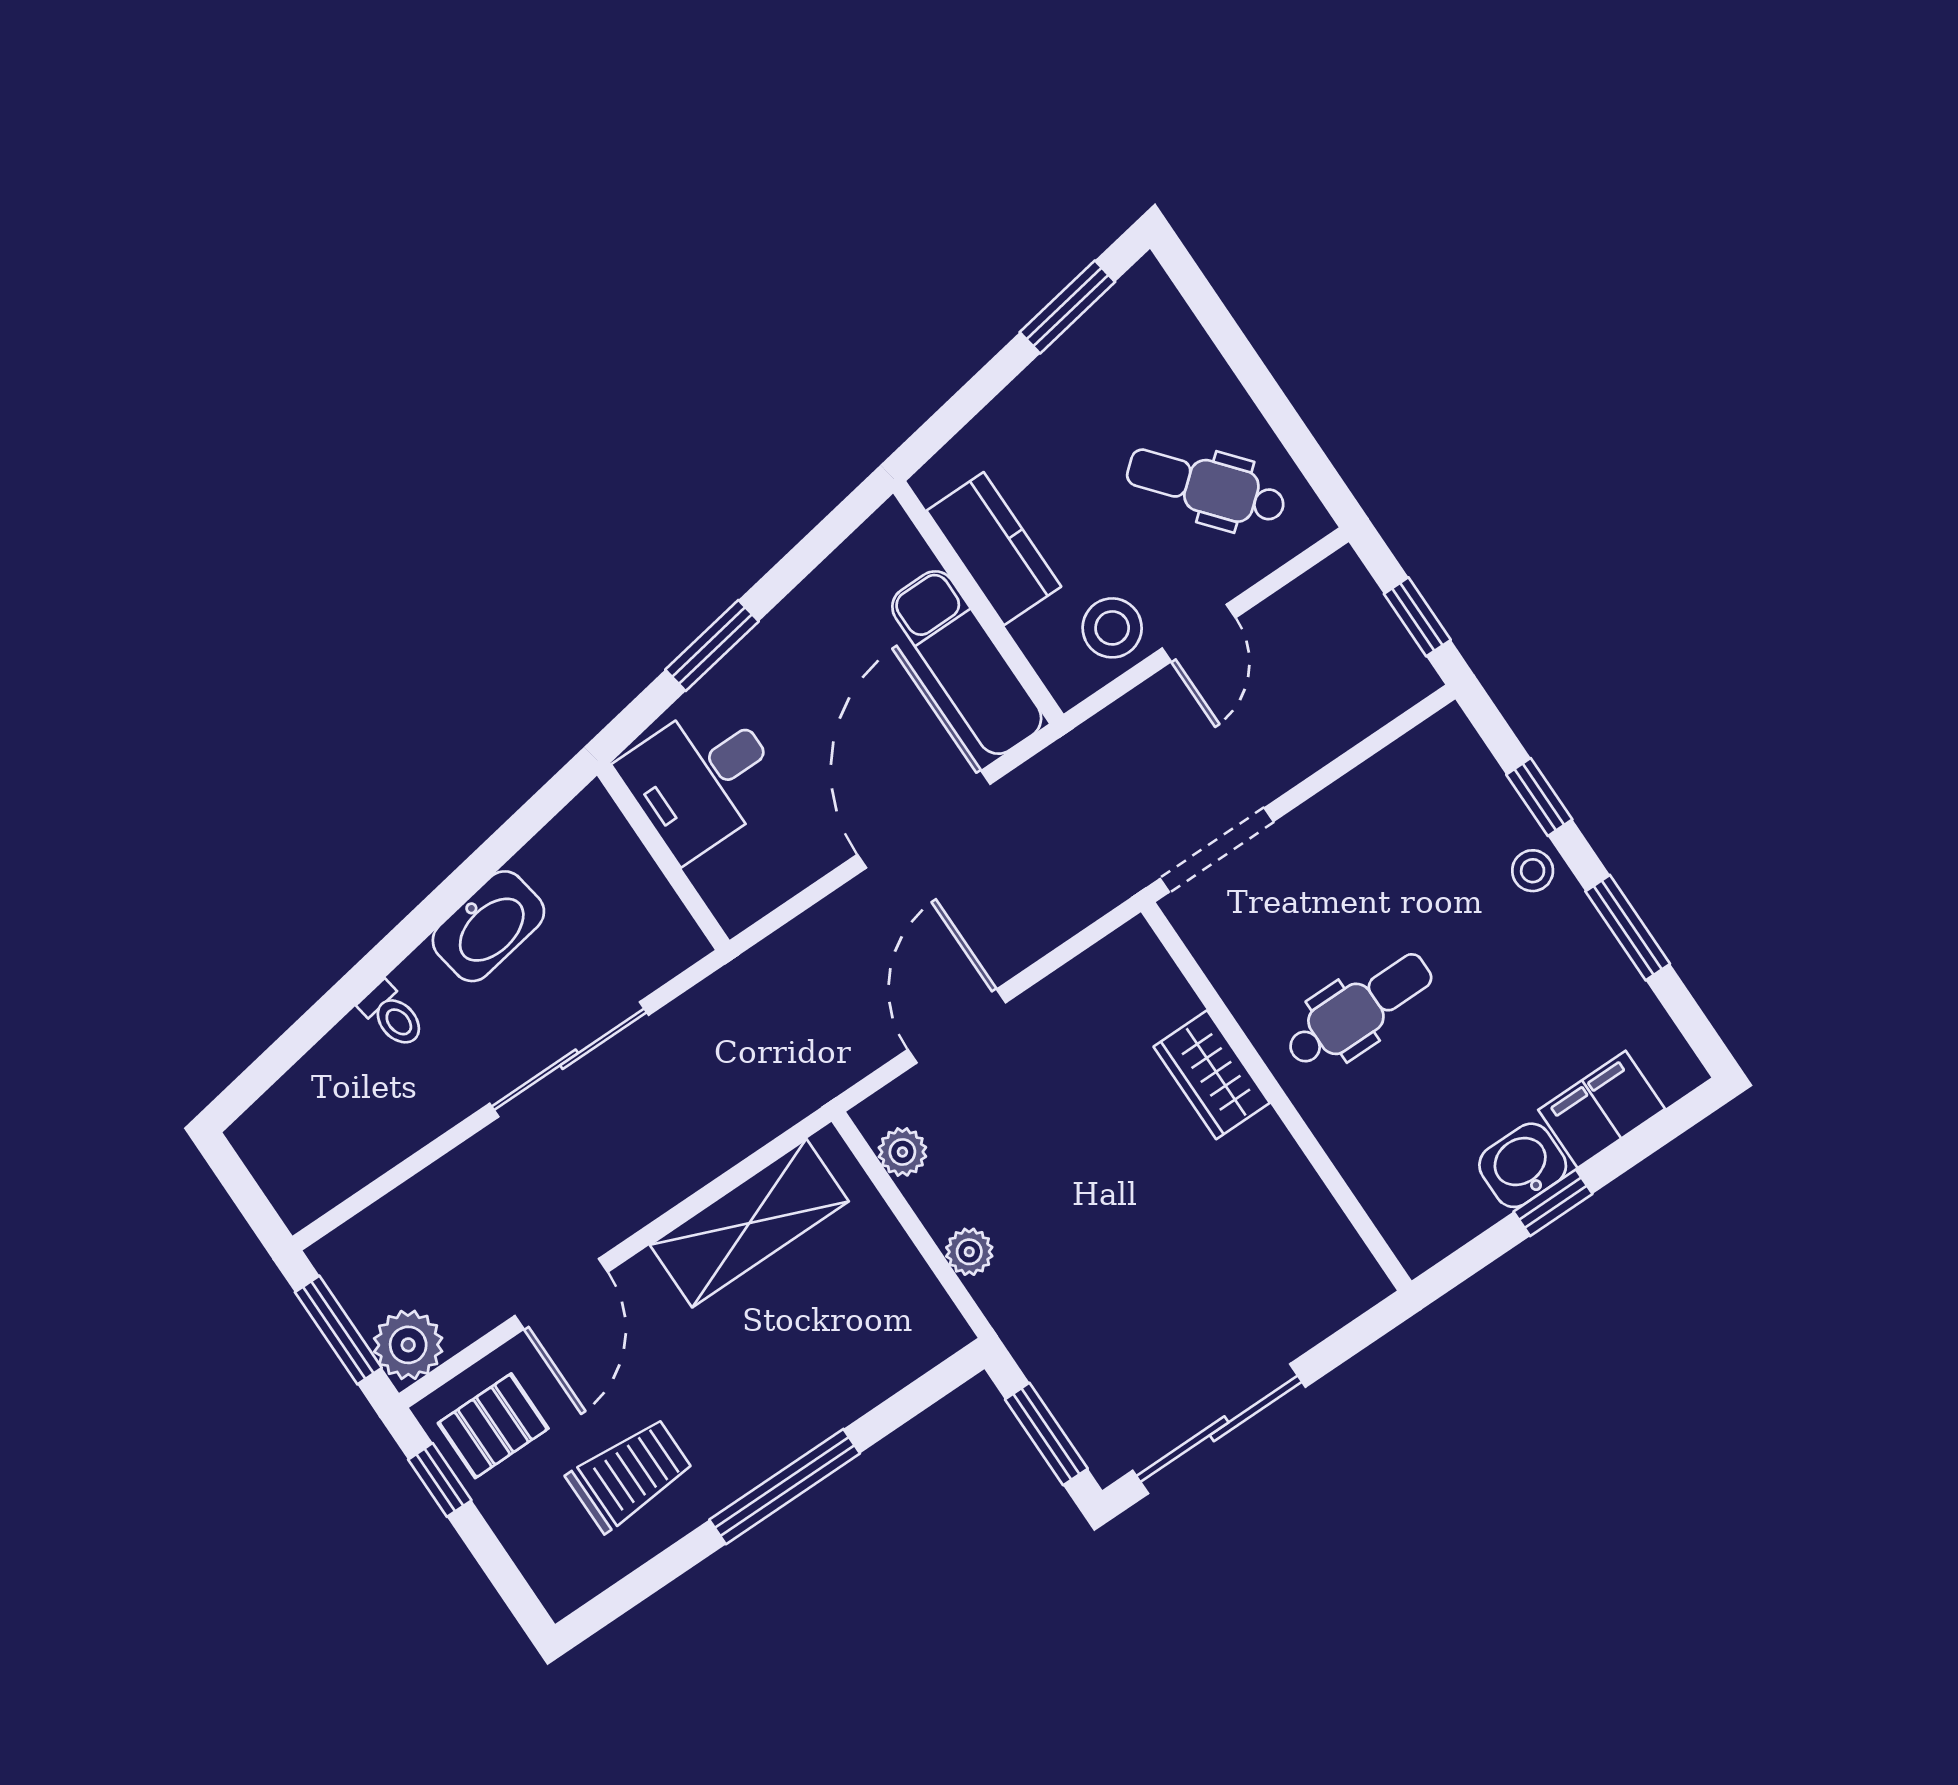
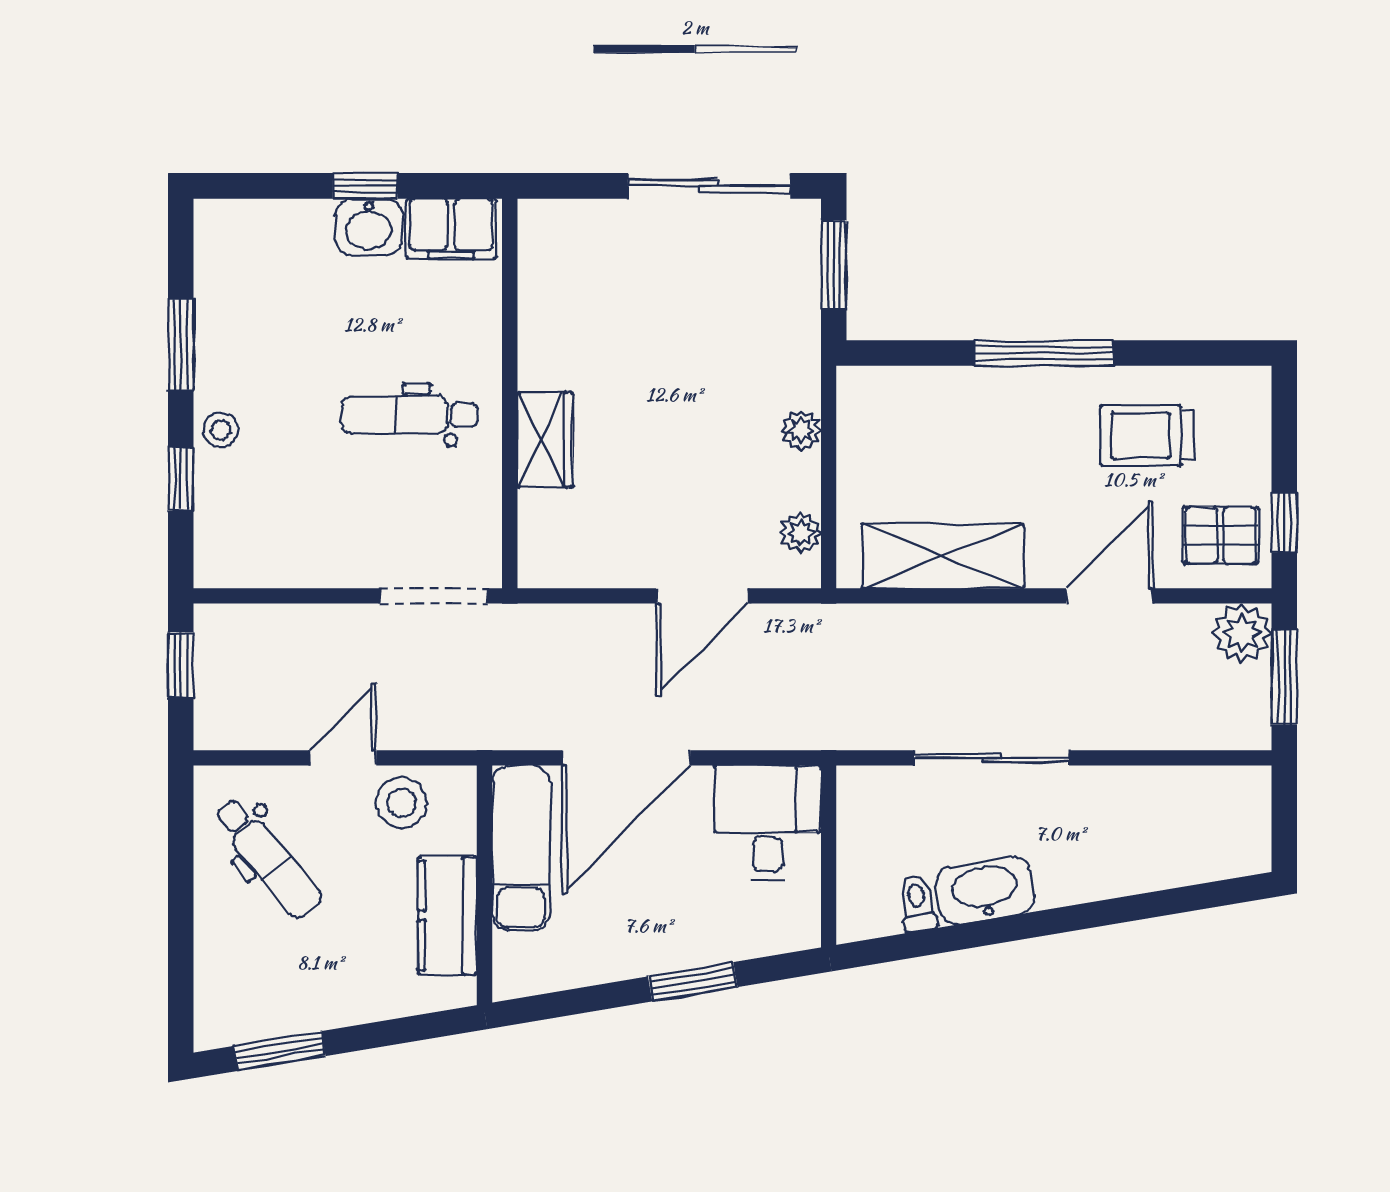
desk: (702, 778) -> (768, 823), moved, turned -90
toilet: (393, 1015) -> (917, 903), moved
filing cabinet: (1602, 1109) -> (451, 229), moved

